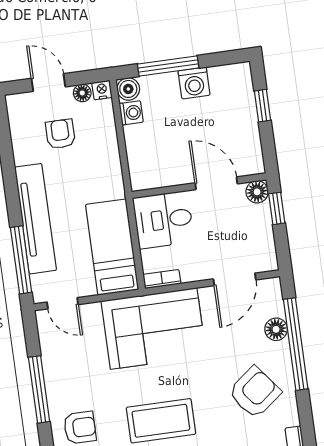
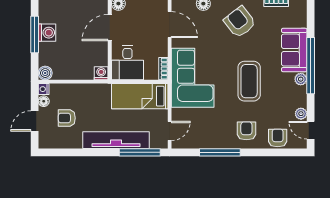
window: (168, 66) -> (35, 35), moved
washing machine: (131, 113) -> (101, 73), moved

